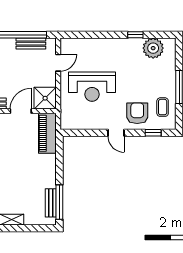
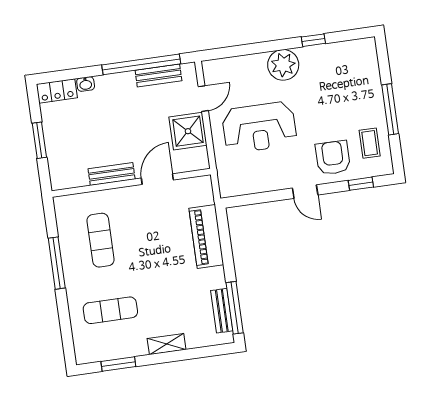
plant: (153, 48) -> (283, 65), moved
shower: (45, 98) -> (188, 131), moved
piano: (47, 133) -> (206, 236), moved

